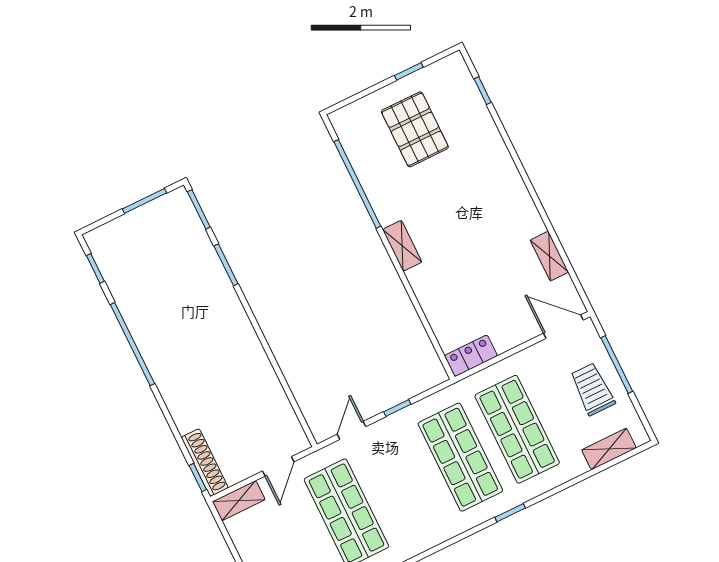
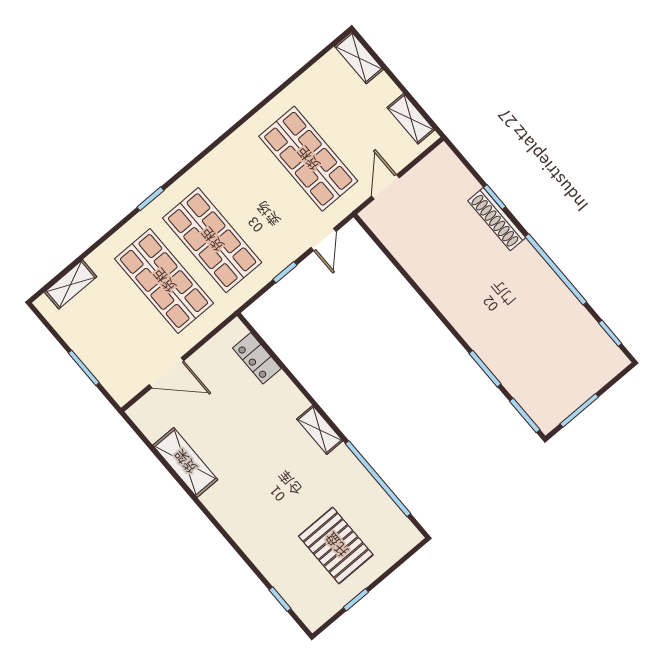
shelving: (549, 256) -> (185, 462), width x1.50, depth x1.33
door: (563, 327) -> (166, 373), moved
locker: (471, 356) -> (257, 358), moved, turned 90
window: (617, 364) -> (84, 368), width x0.69
trolley: (592, 389) -> (101, 338), removed
shoe rack: (205, 463) -> (497, 219), moved
window: (198, 477) -> (495, 197), moved
shelving: (239, 501) -> (411, 119), moved, turned 90

